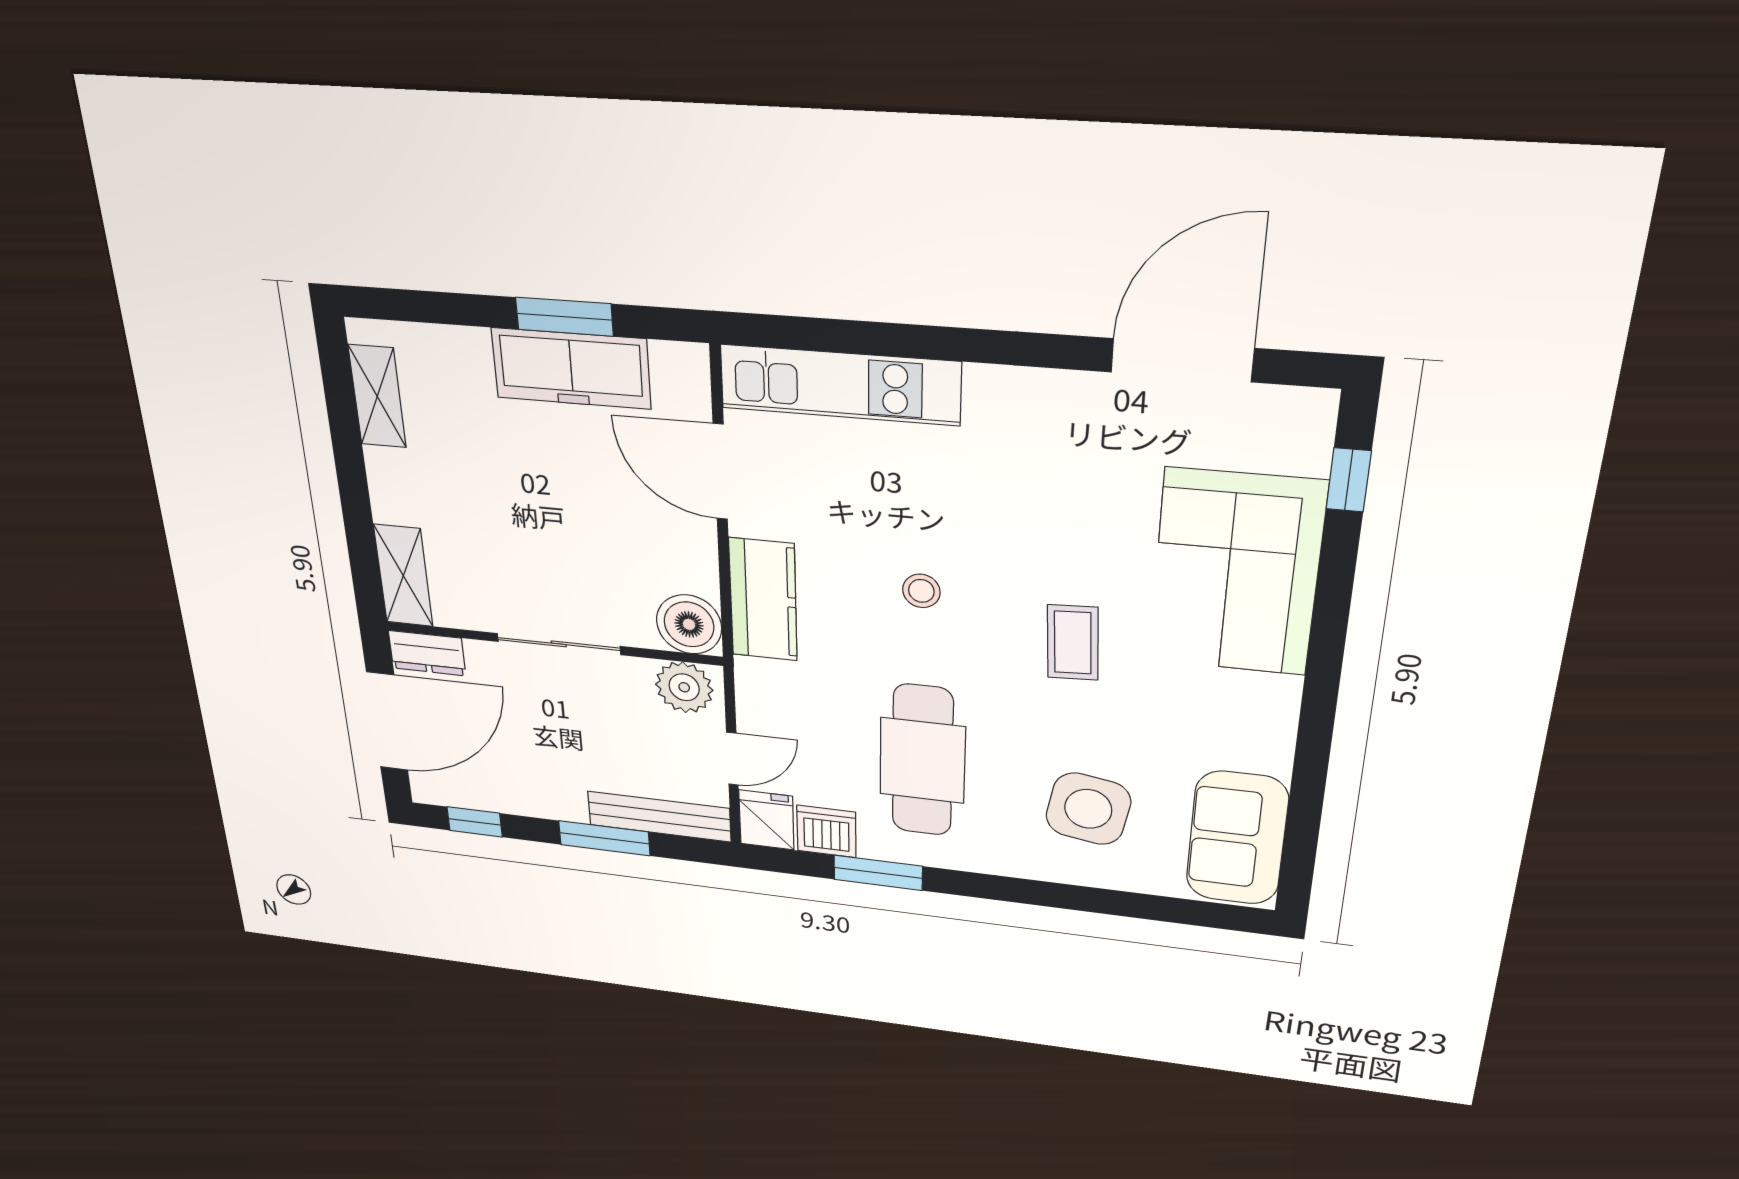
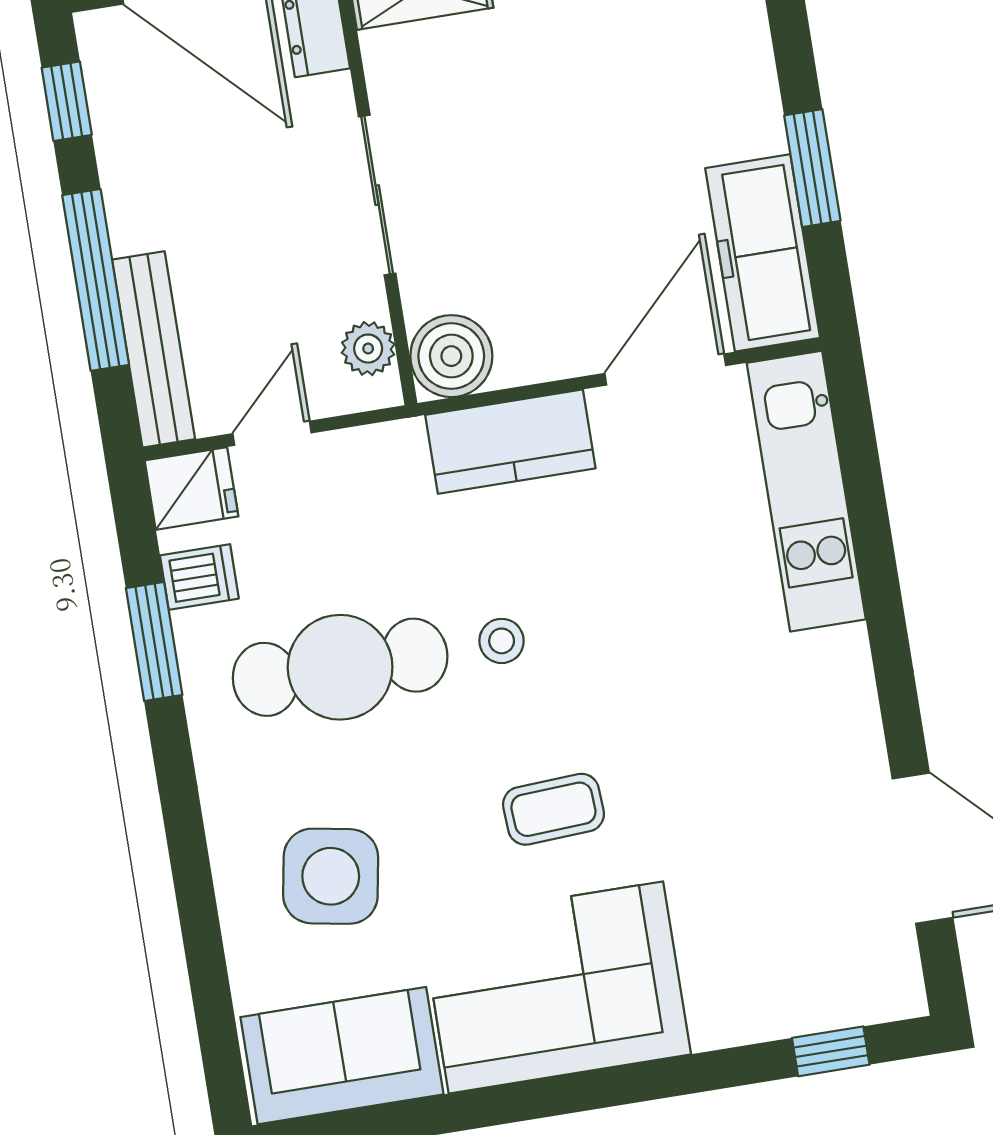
freezer: (571, 368) -> (763, 253), moved
corner sofa: (1236, 573) -> (556, 987), moved
stool: (921, 591) -> (502, 641), moved
plant: (684, 687) -> (368, 349), width x0.73, depth x0.73
door: (732, 759) -> (272, 433), swing flipped
dishwasher: (826, 831) -> (199, 577), width x0.73
window: (604, 838) -> (96, 280), width x1.44

